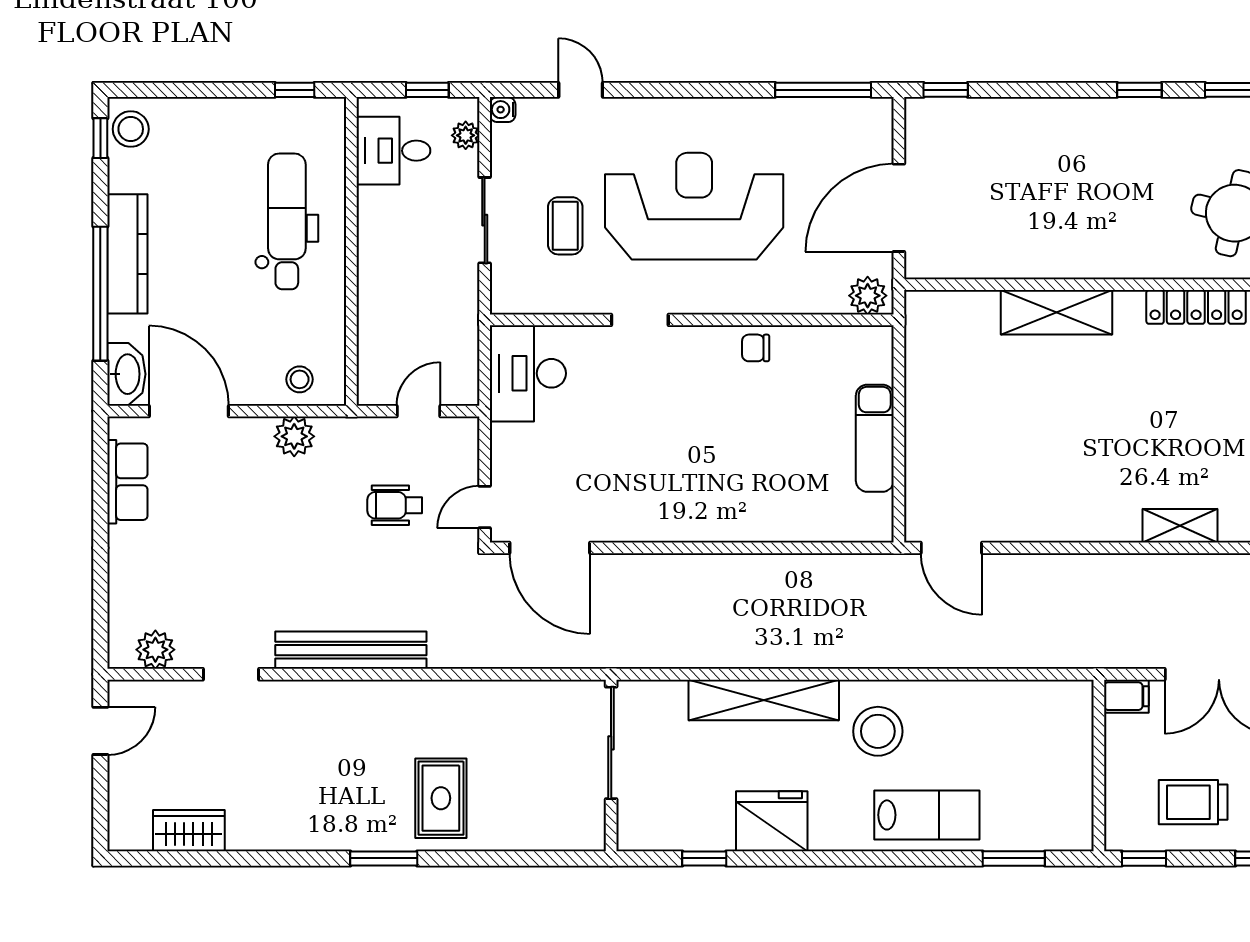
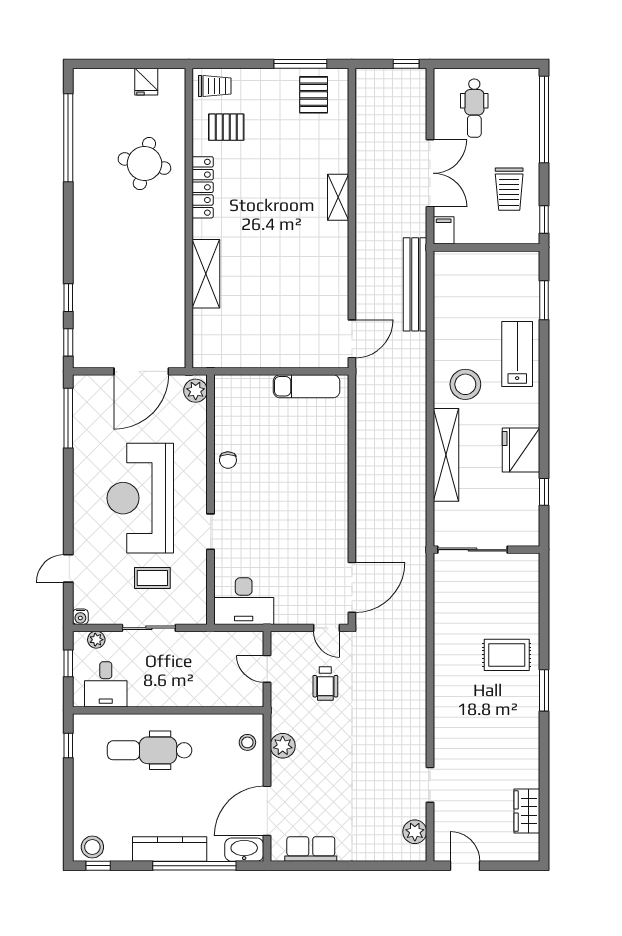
window: (1139, 90) -> (68, 298), moved
door: (899, 208) -> (141, 371), hinge flipped
exam couch: (875, 438) -> (307, 386), moved
bench: (351, 650) -> (415, 284), moved

